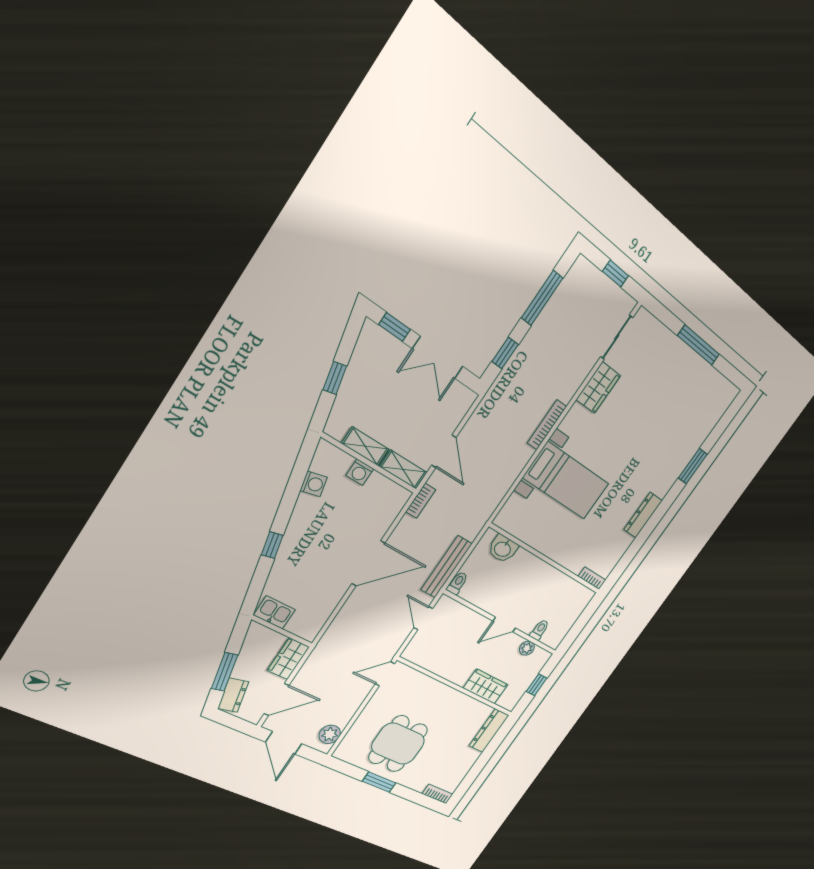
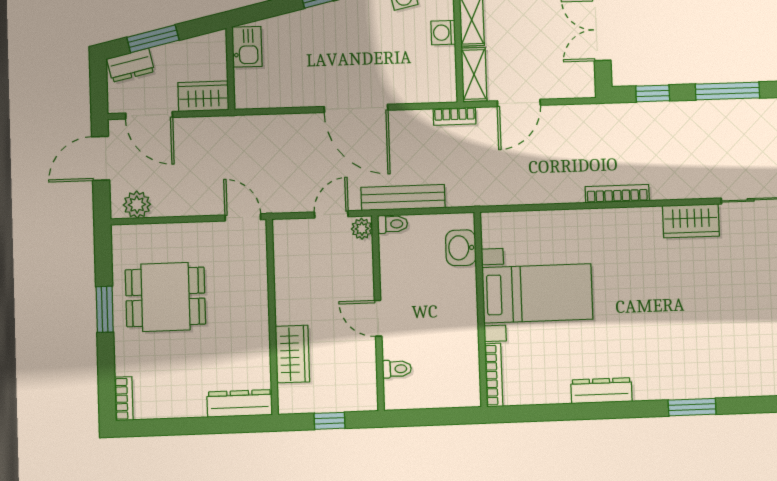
bed with nightstands: (566, 481) -> (537, 293), moved, turned -90
bookcase: (592, 578) -> (494, 375), width x1.56
plant: (527, 648) -> (362, 229), moved

